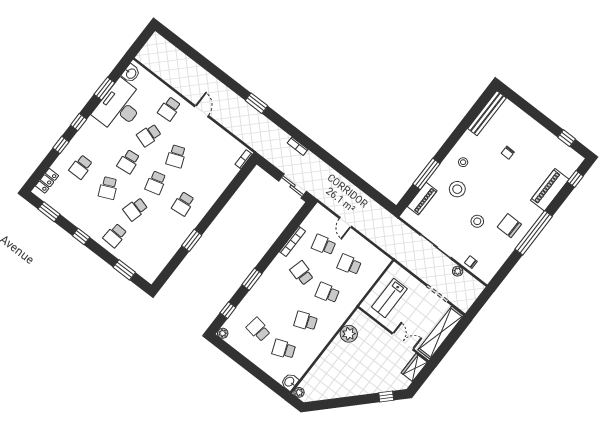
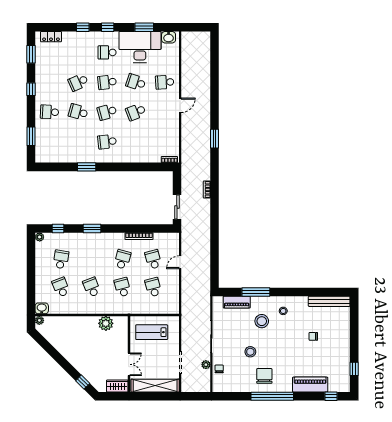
school desk: (81, 167) -> (107, 52), moved

